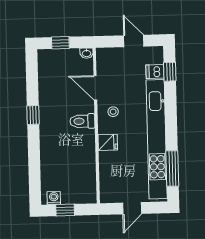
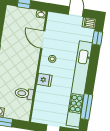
dishwasher: (155, 72) -> (89, 23), moved
toilet: (82, 121) -> (24, 94), moved

